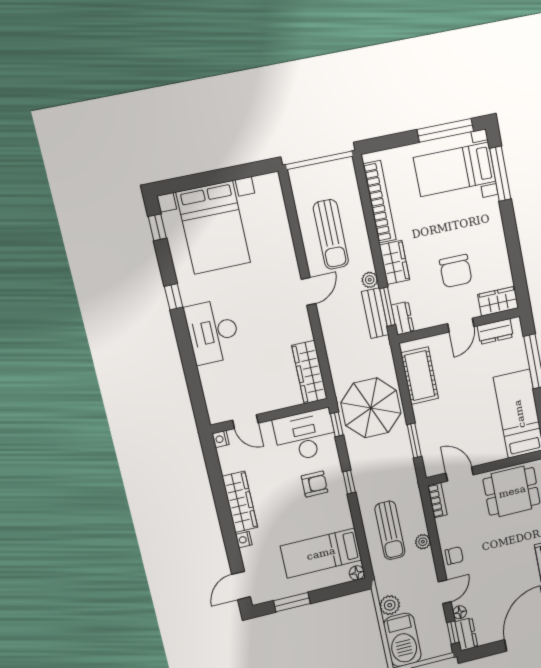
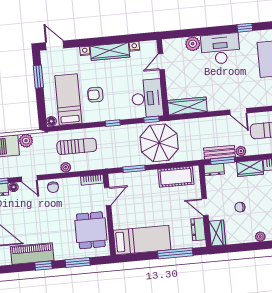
plant: (497, 234) -> (260, 237), added
chair: (456, 271) -> (240, 207), width x0.54, depth x0.54
plant: (211, 376) -> (193, 44), added
nightstand: (221, 439) -> (134, 46), moved
armchair: (315, 484) -> (95, 95), moved, turned 90
sun lounger: (390, 530) -> (77, 146), turned 180

